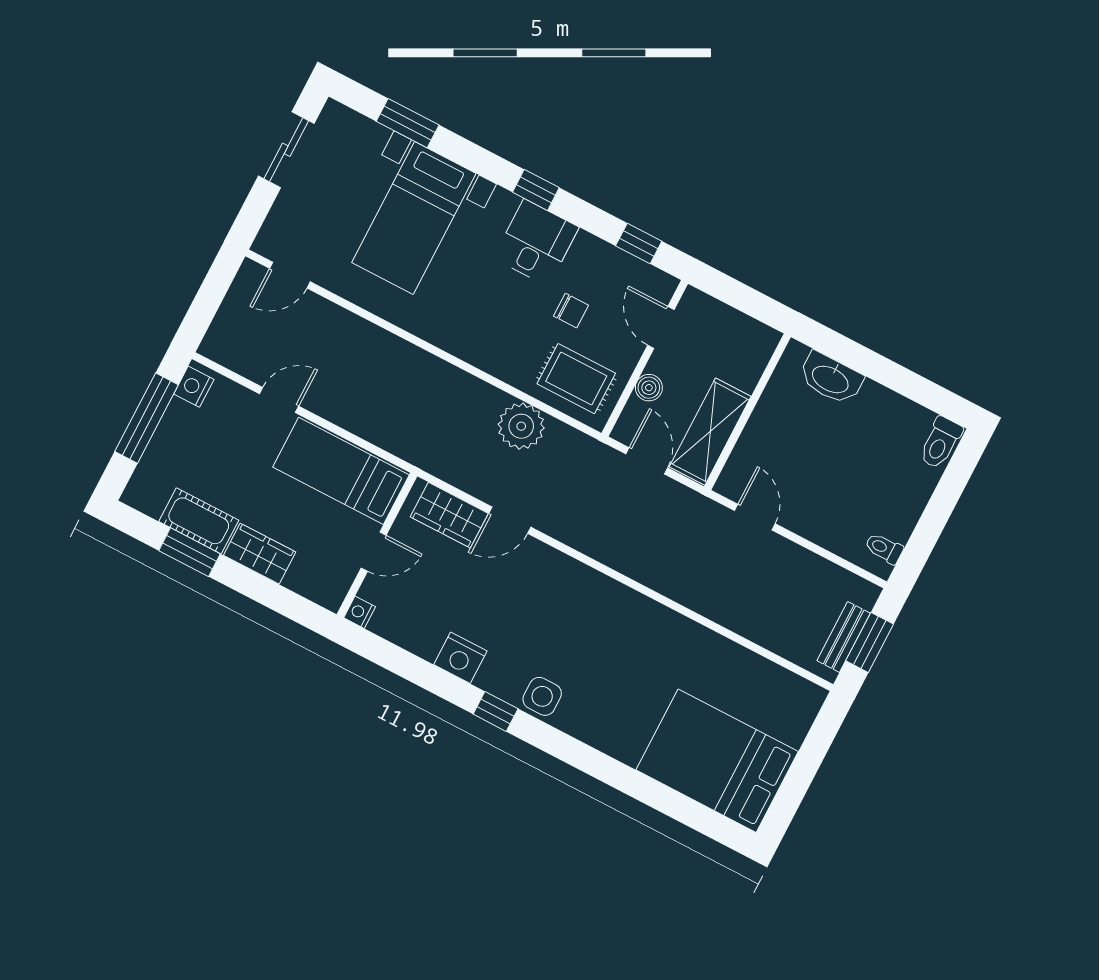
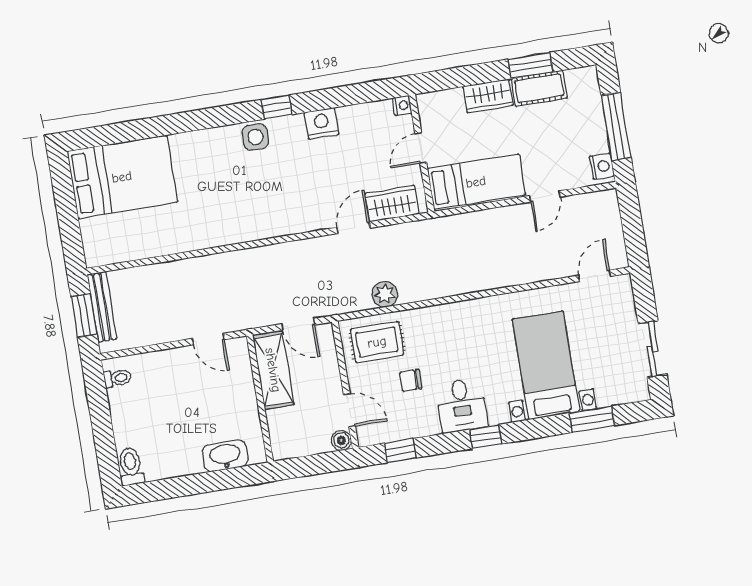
boiler: (649, 388) -> (341, 440), moved
plant: (521, 426) -> (385, 294), width x0.73, depth x0.73
bench: (844, 637) -> (102, 307), width x1.36

